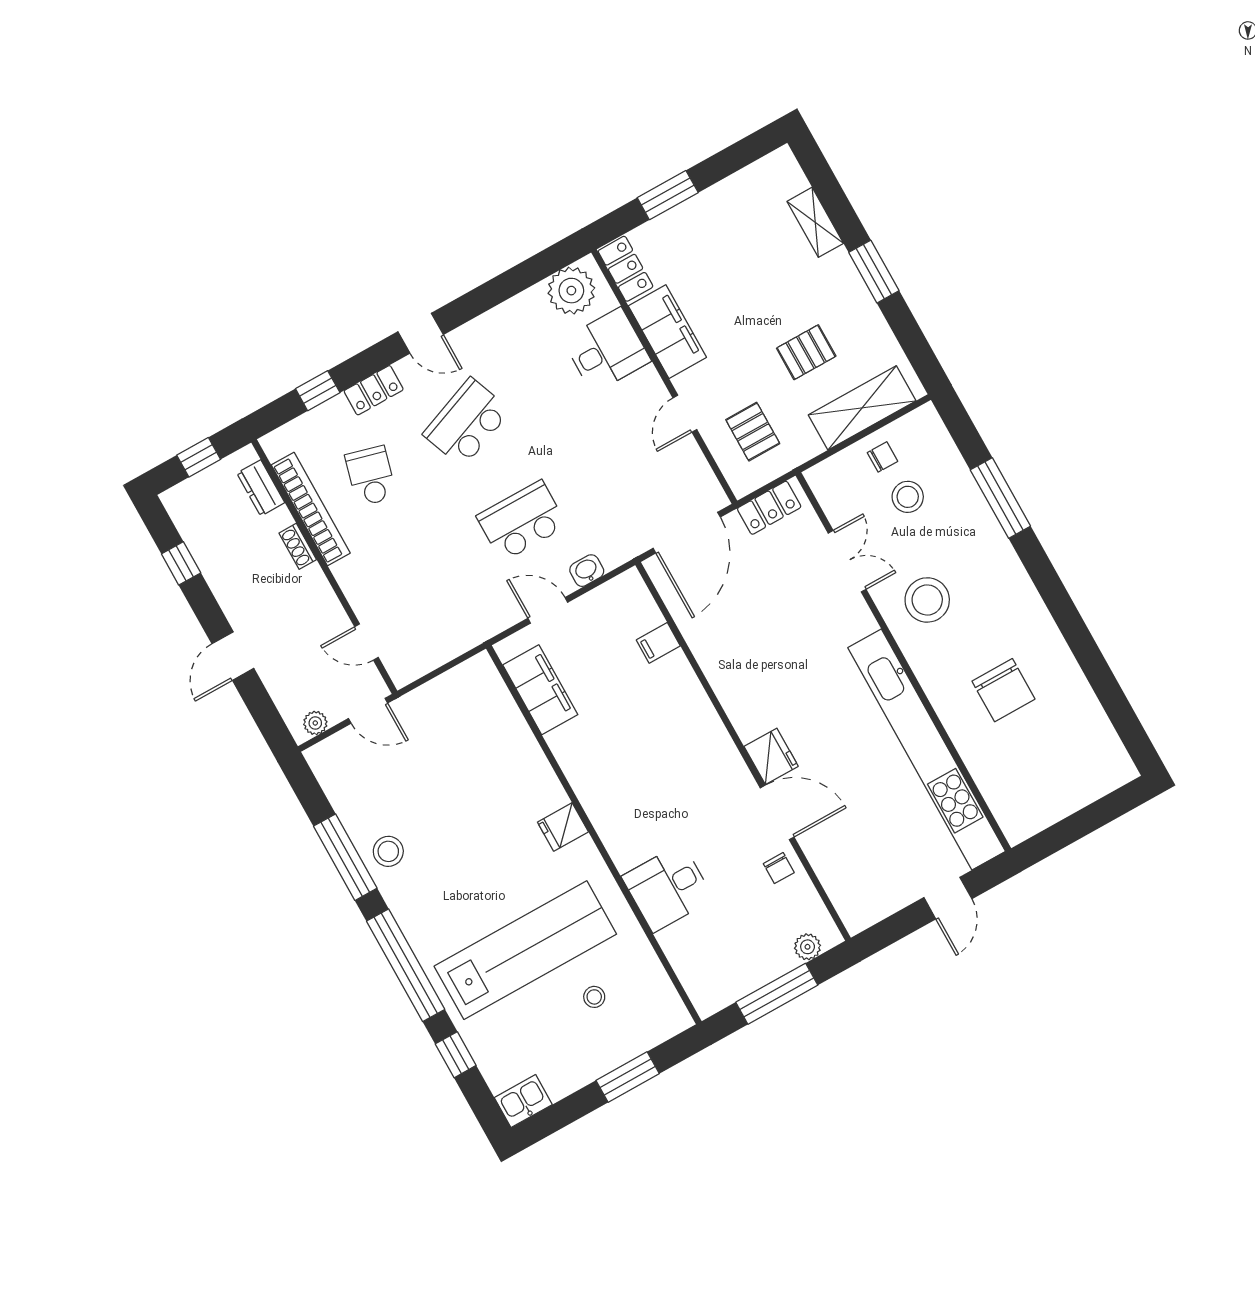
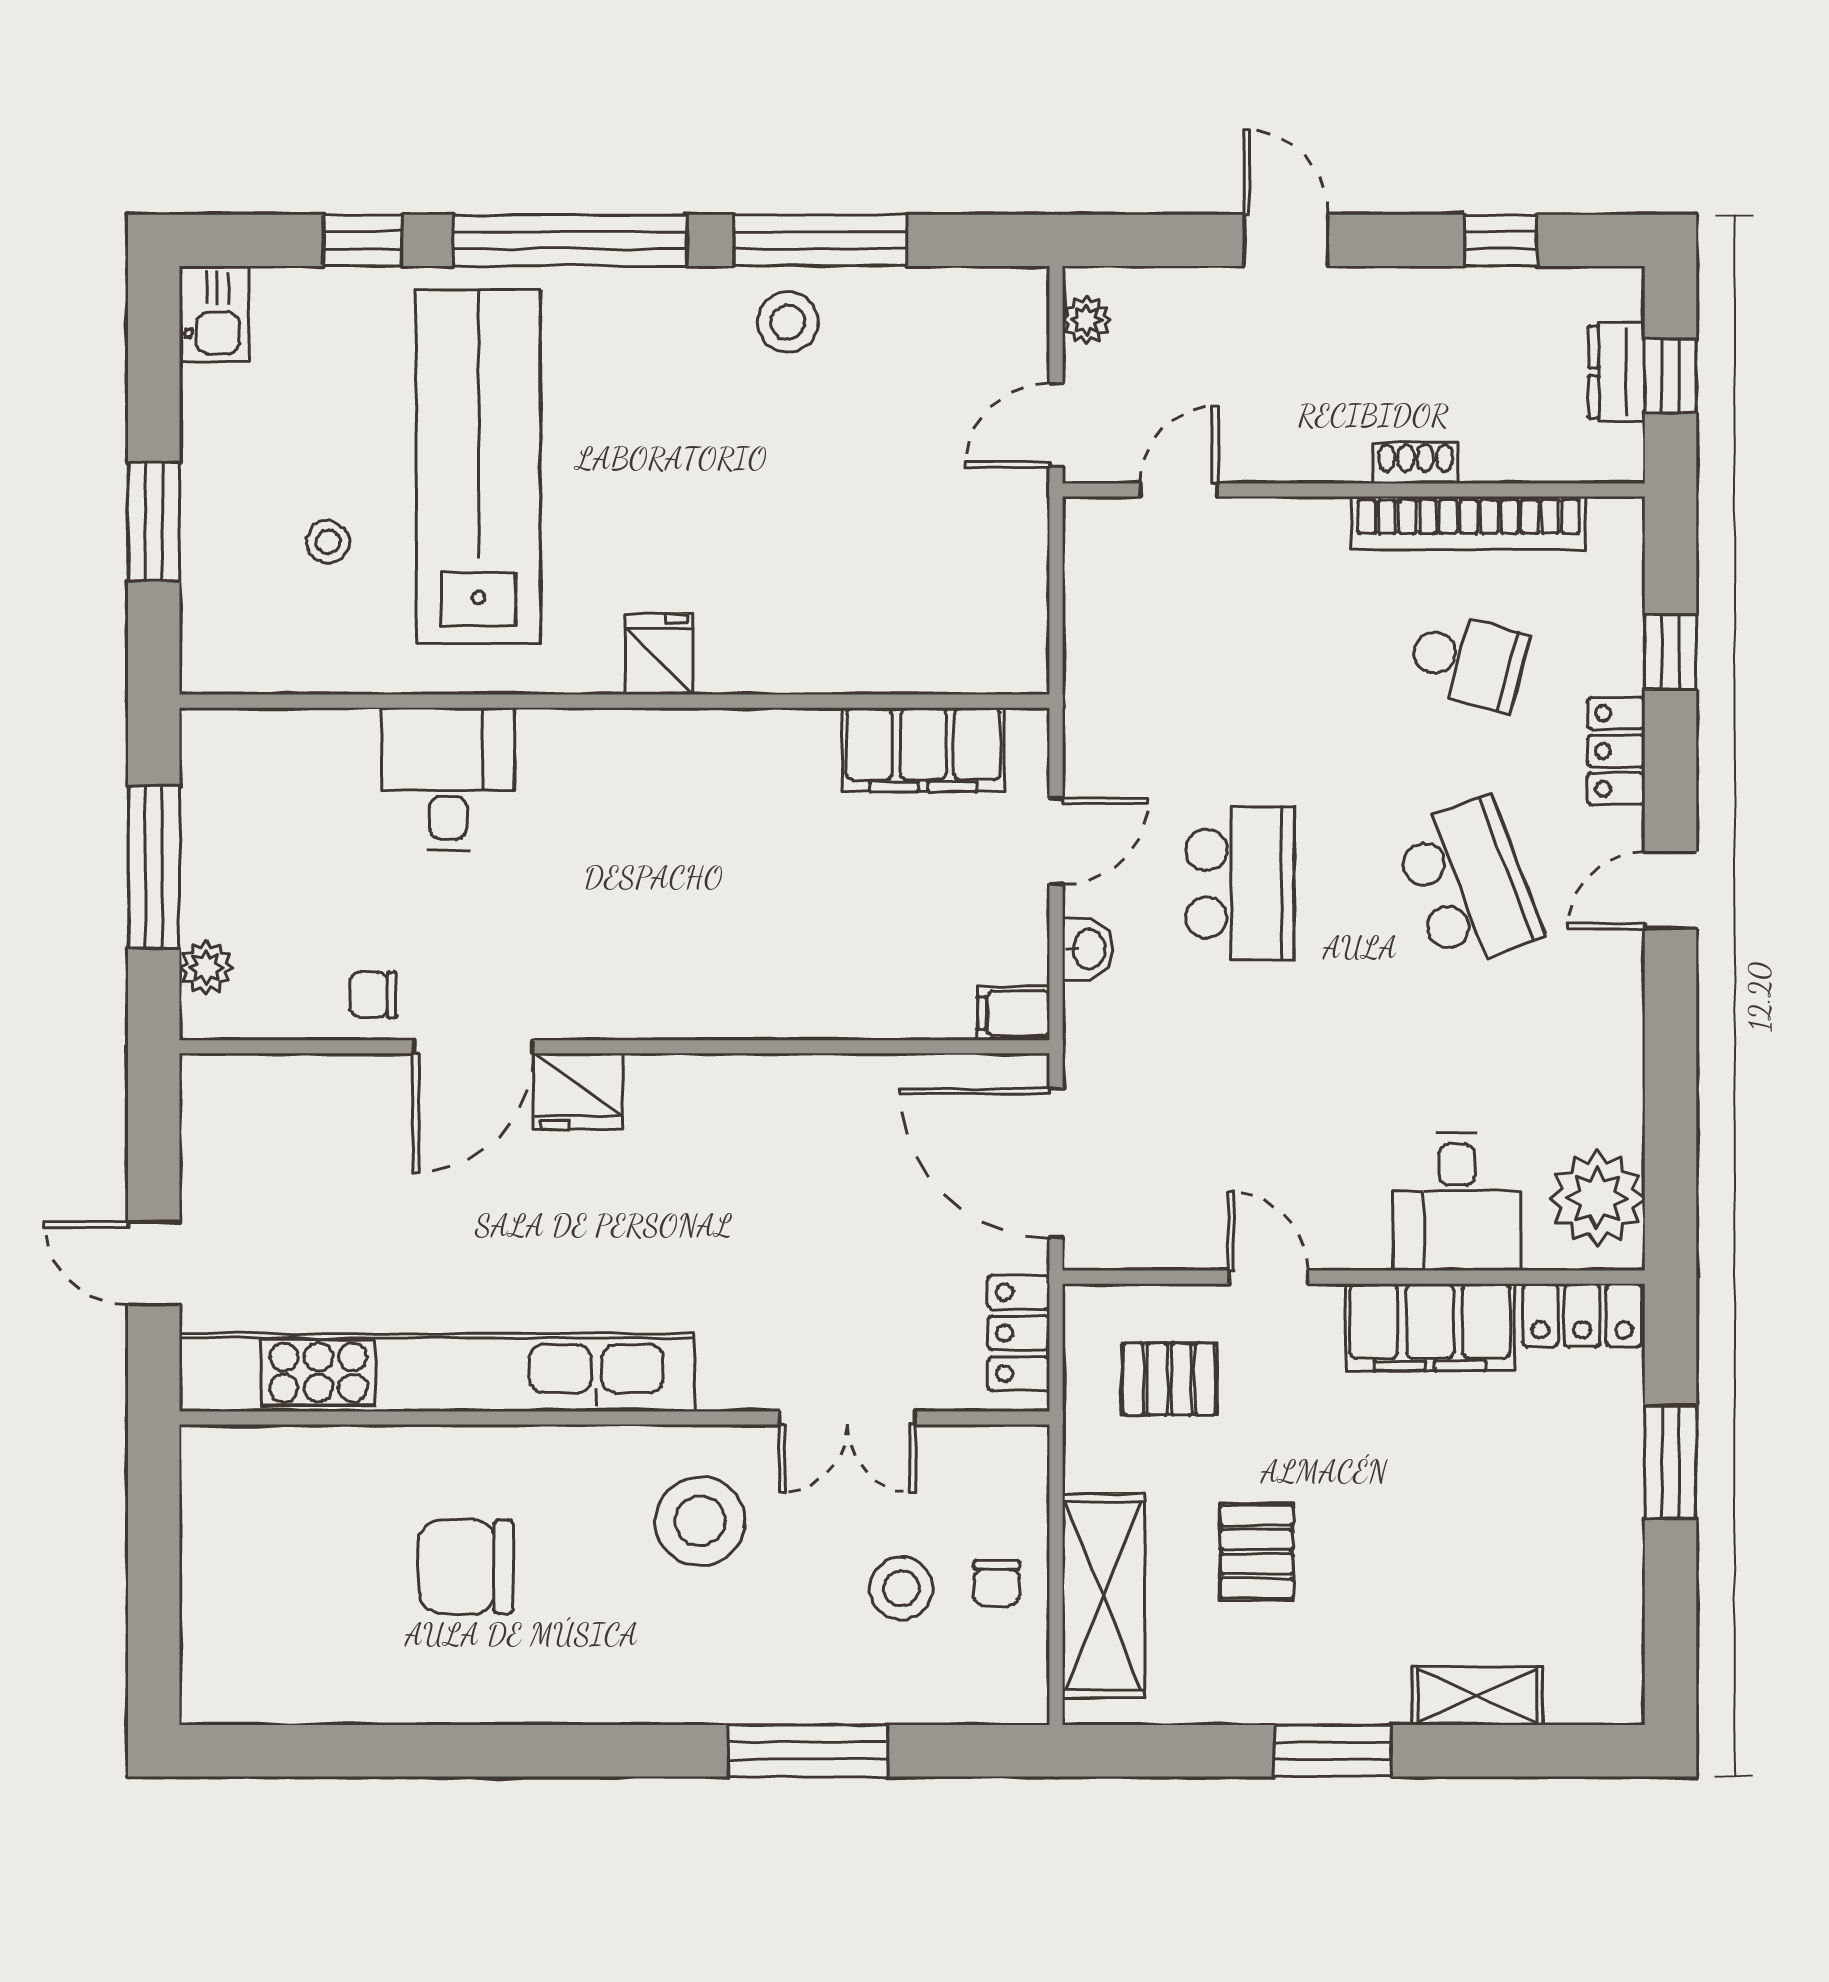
dresser: (261, 488) -> (1617, 372), moved, turned -90
filing cabinet: (658, 643) -> (1014, 1013), moved, turned -90
lab bench: (525, 950) -> (478, 466), turned 180

